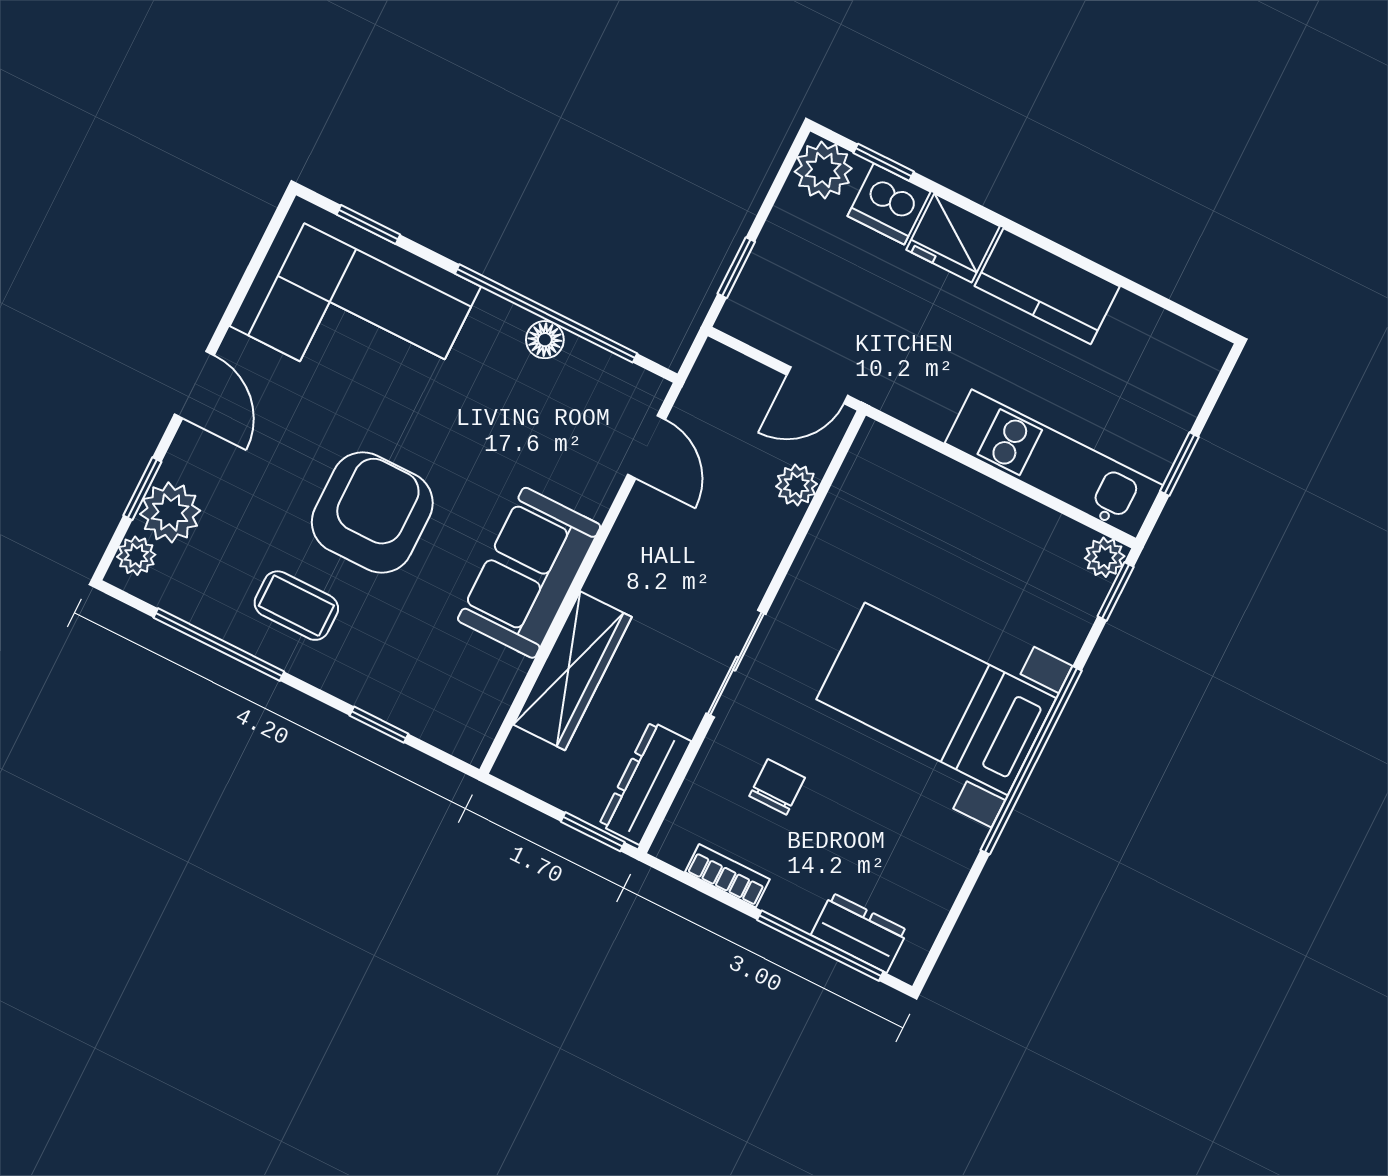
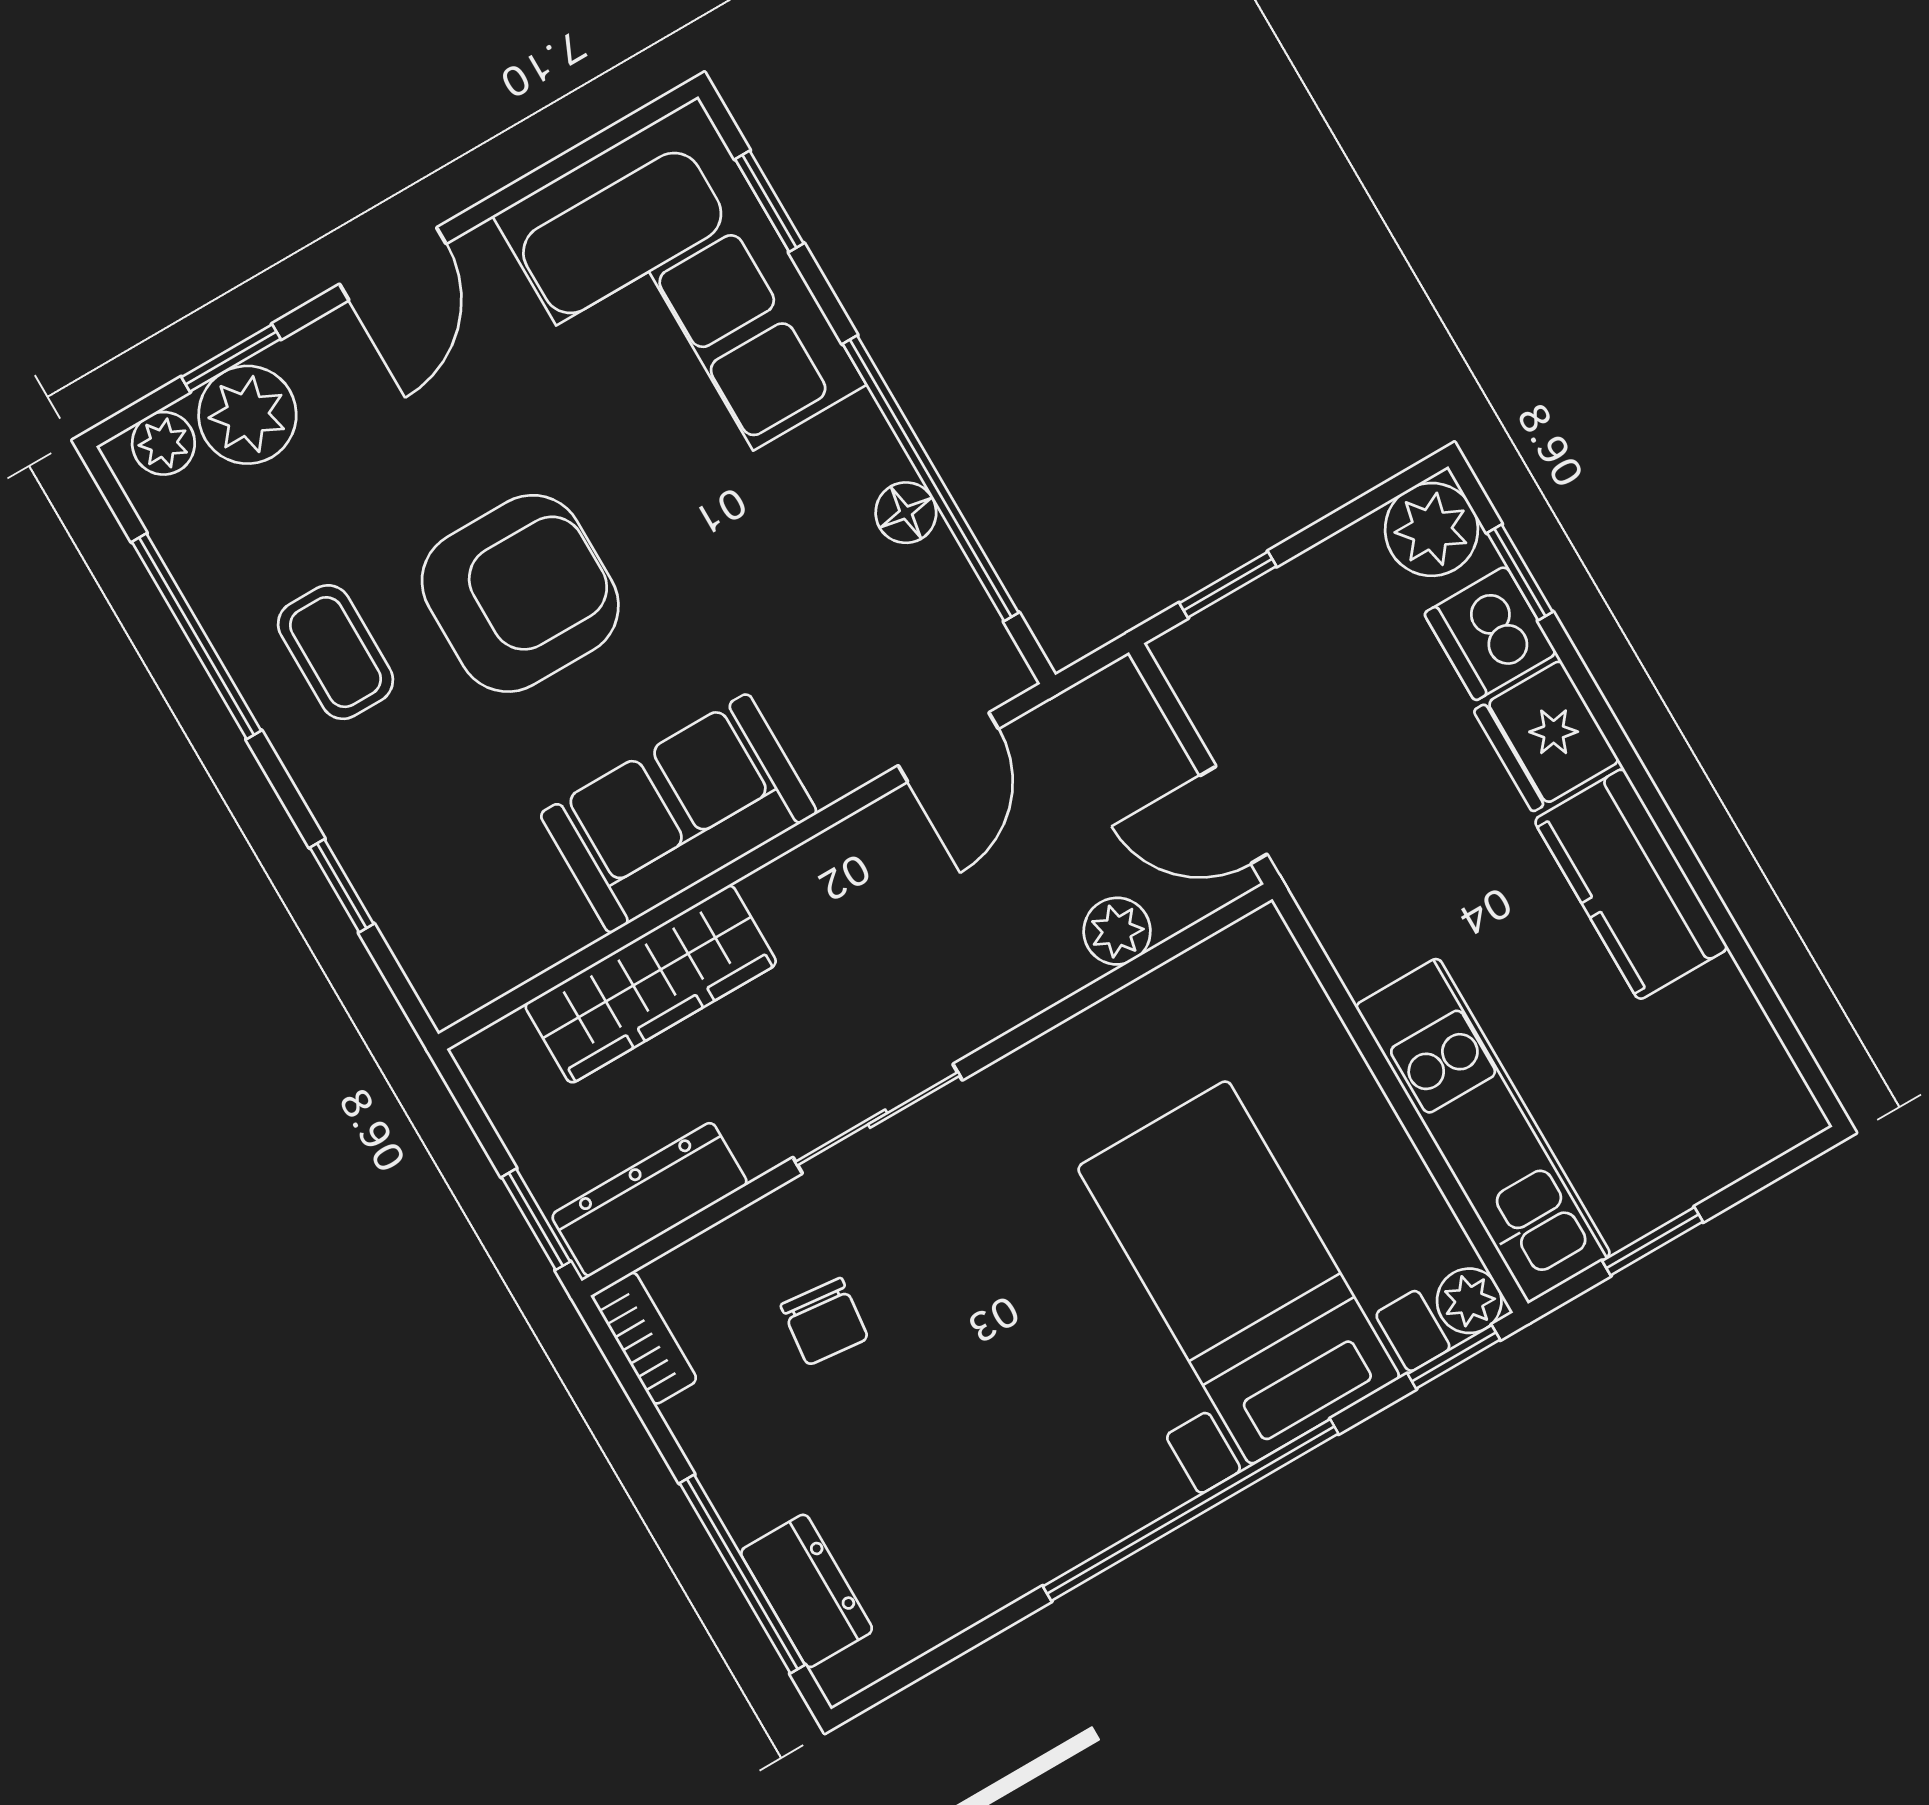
bed with nightstands: (936, 699) -> (1239, 1272), moved
chair: (777, 787) -> (824, 1322), turned 96
bookcase: (727, 876) -> (644, 1338), moved

